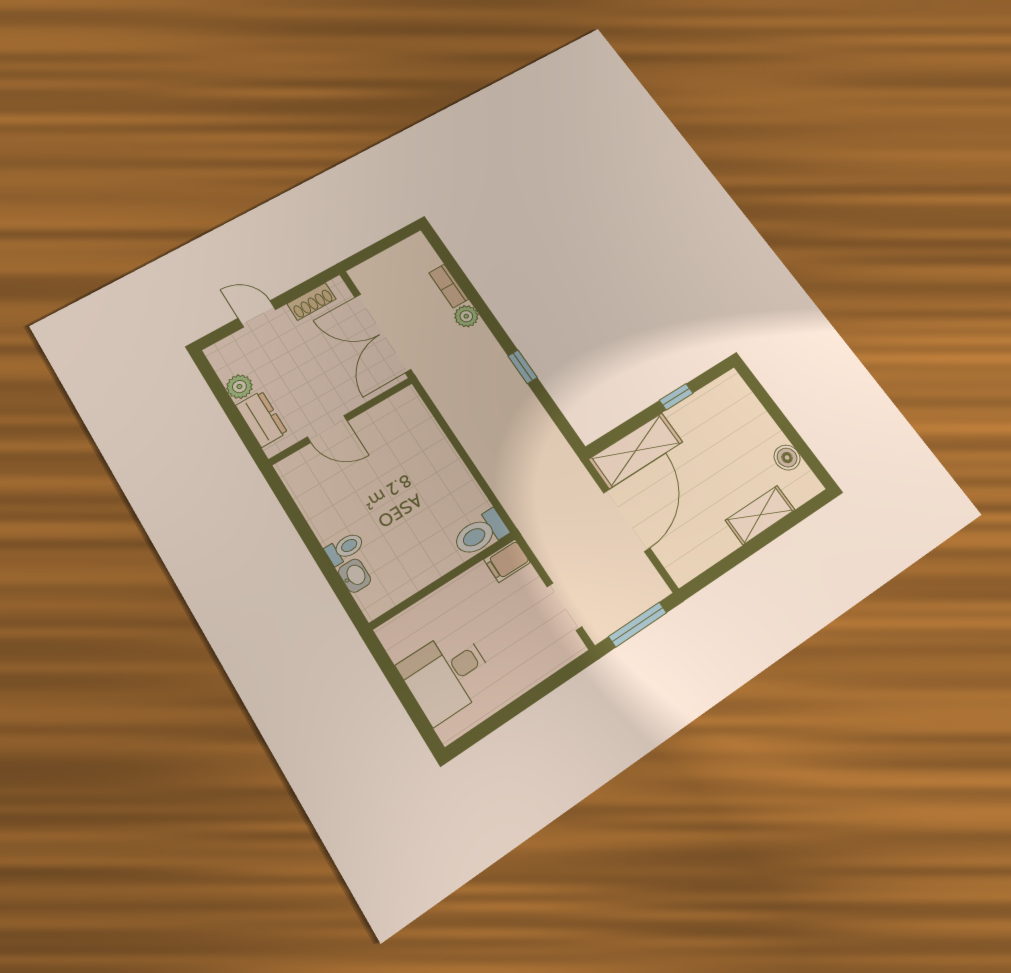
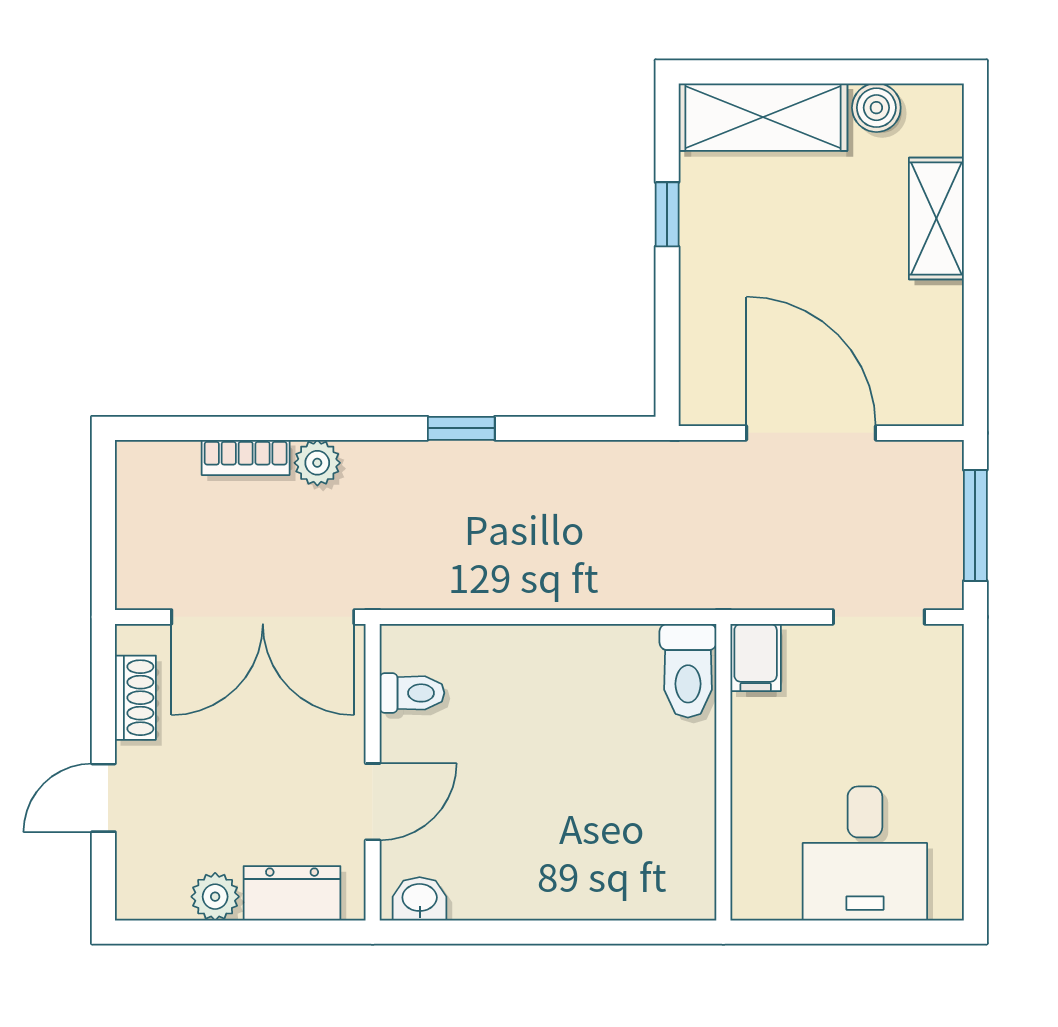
shelving: (636, 451) -> (763, 117), moved, turned 90
toilet: (345, 548) -> (412, 693), moved, turned 90
washbasin: (355, 576) -> (420, 899), moved

